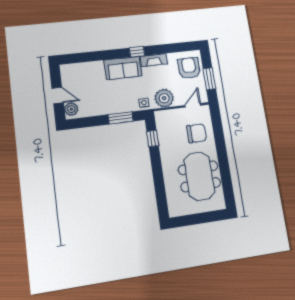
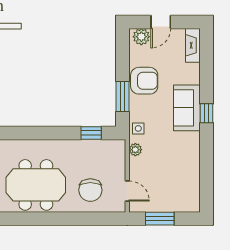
window: (137, 52) -> (207, 113), moved
fireplace: (154, 60) -> (193, 45), moved
armchair: (189, 68) -> (144, 81), moved
plant: (164, 98) -> (135, 150), width x0.53, depth x0.53

